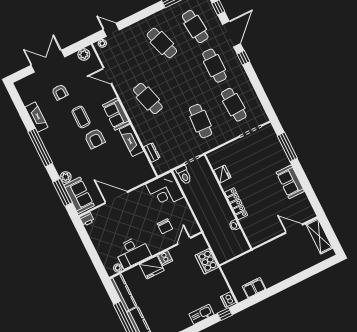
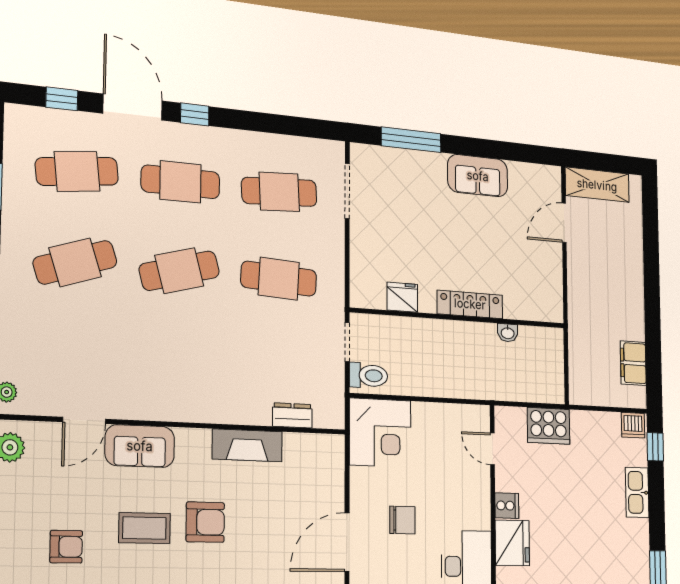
cafe table: (148, 99) -> (179, 271), moved
sofa: (116, 114) -> (140, 446), moved
chair: (165, 226) -> (402, 520), moved

